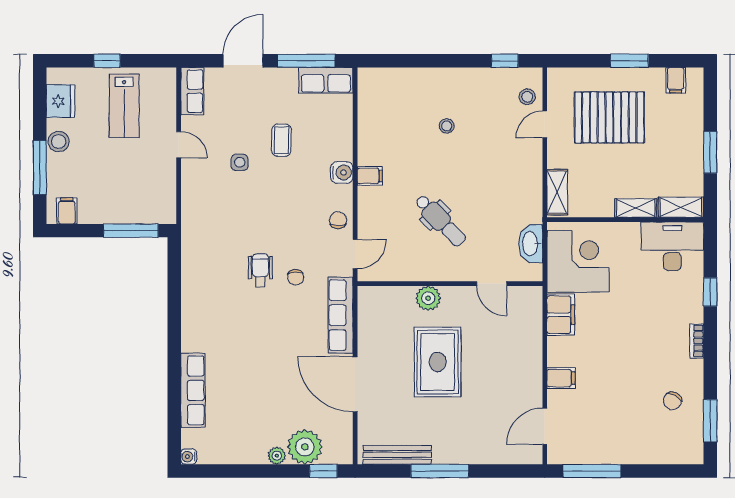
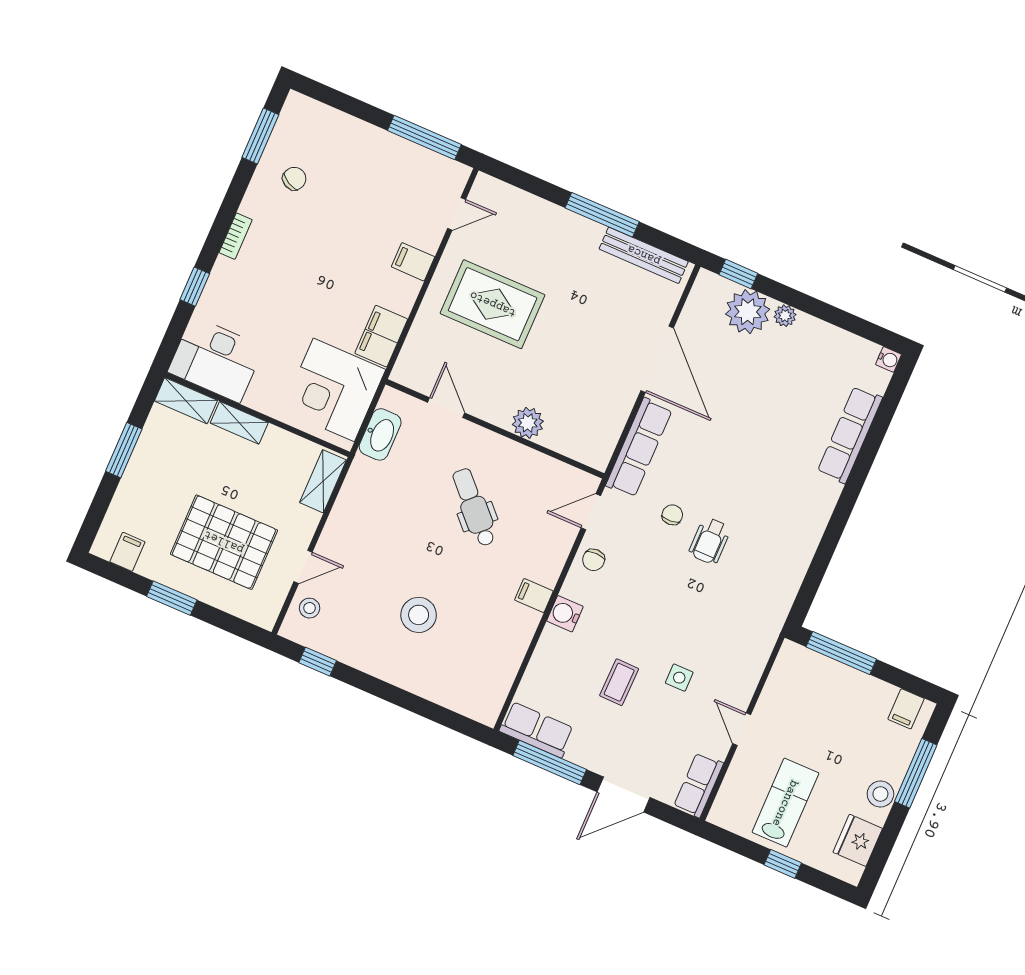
stool: (447, 126) -> (419, 615), width x1.89, depth x1.89
rug: (438, 362) -> (493, 304), moved, turned 90
door: (545, 426) -> (457, 214), width x0.73

